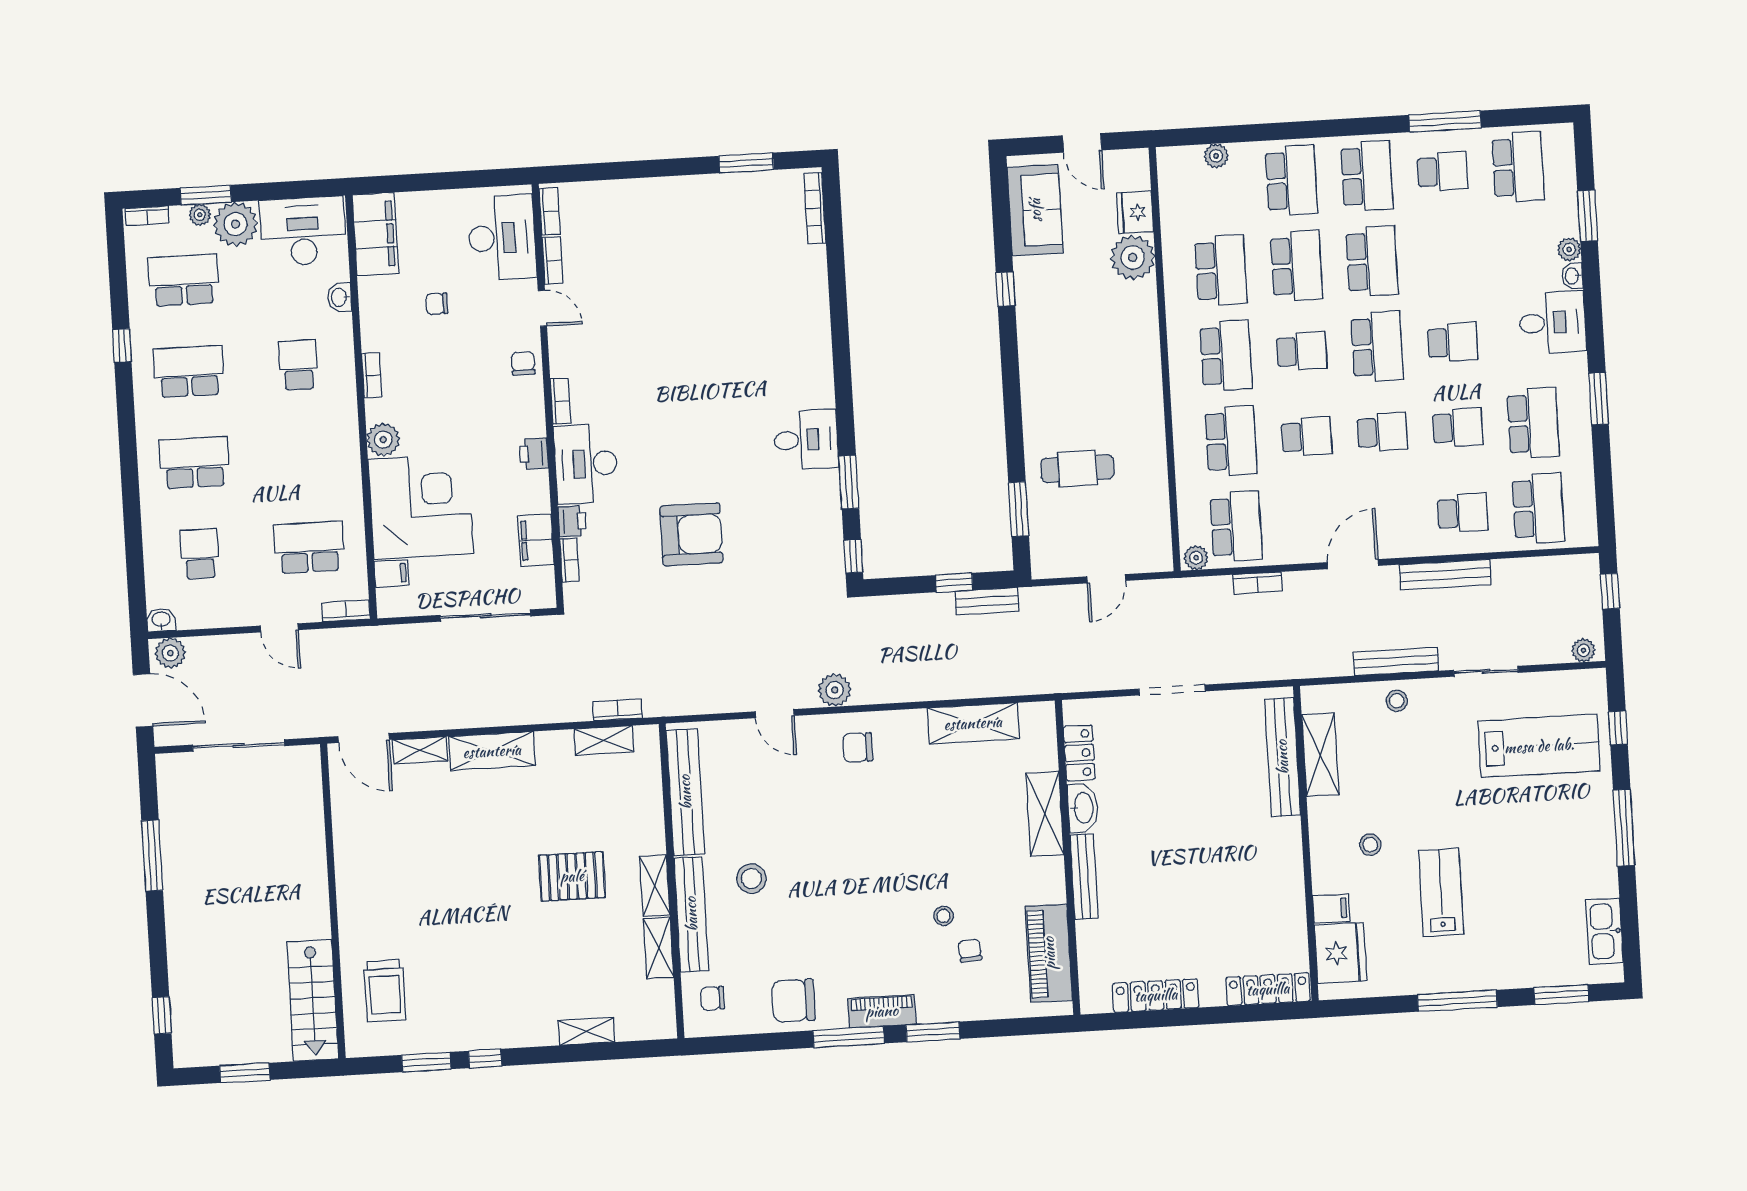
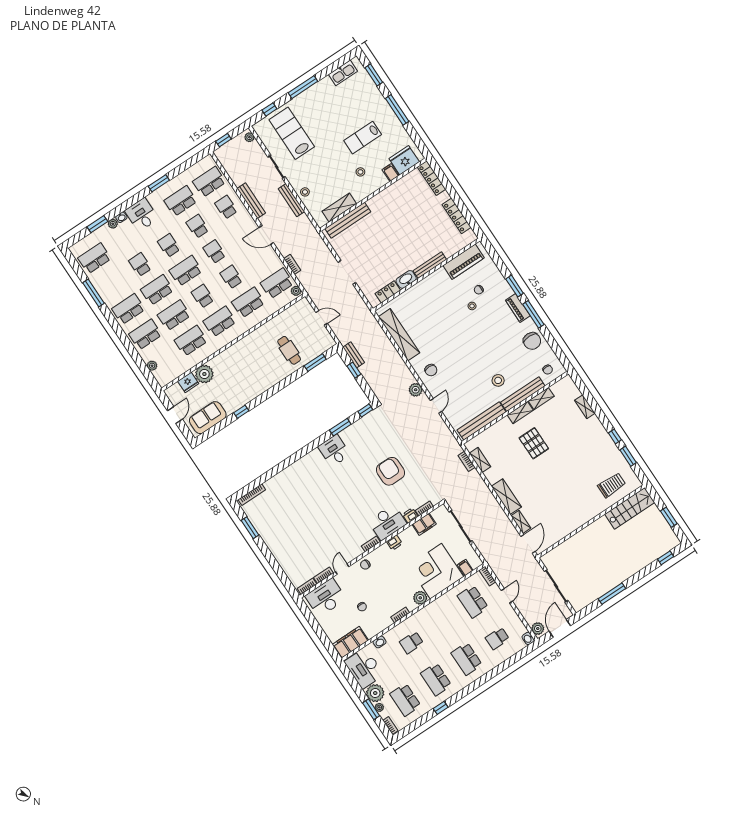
school desk: (1442, 171) -> (140, 265), moved
shelving: (973, 723) -> (399, 335), width x1.47
shelving: (1045, 814) -> (416, 291), removed

